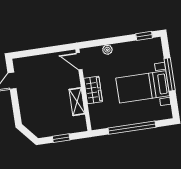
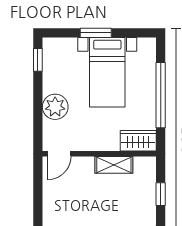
plant: (107, 50) -> (55, 107), width x1.88, depth x1.88
window: (170, 74) -> (96, 33), width x0.69
wardrobe: (93, 90) -> (138, 141), moved

